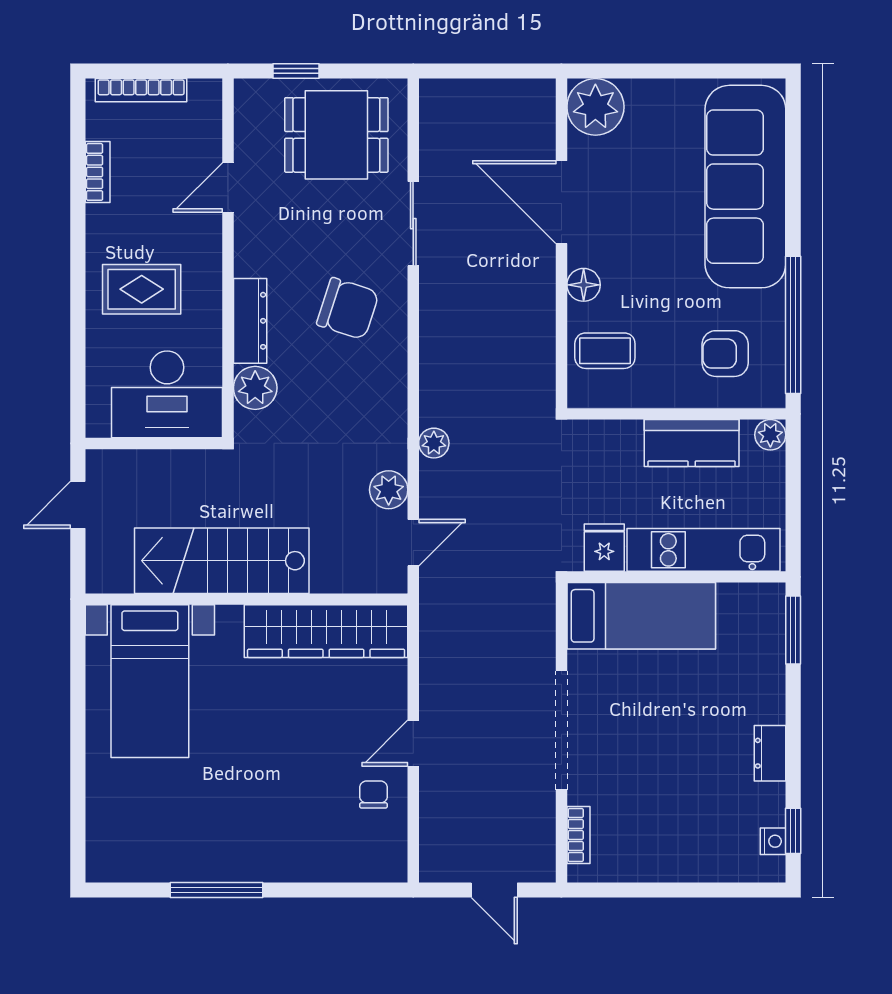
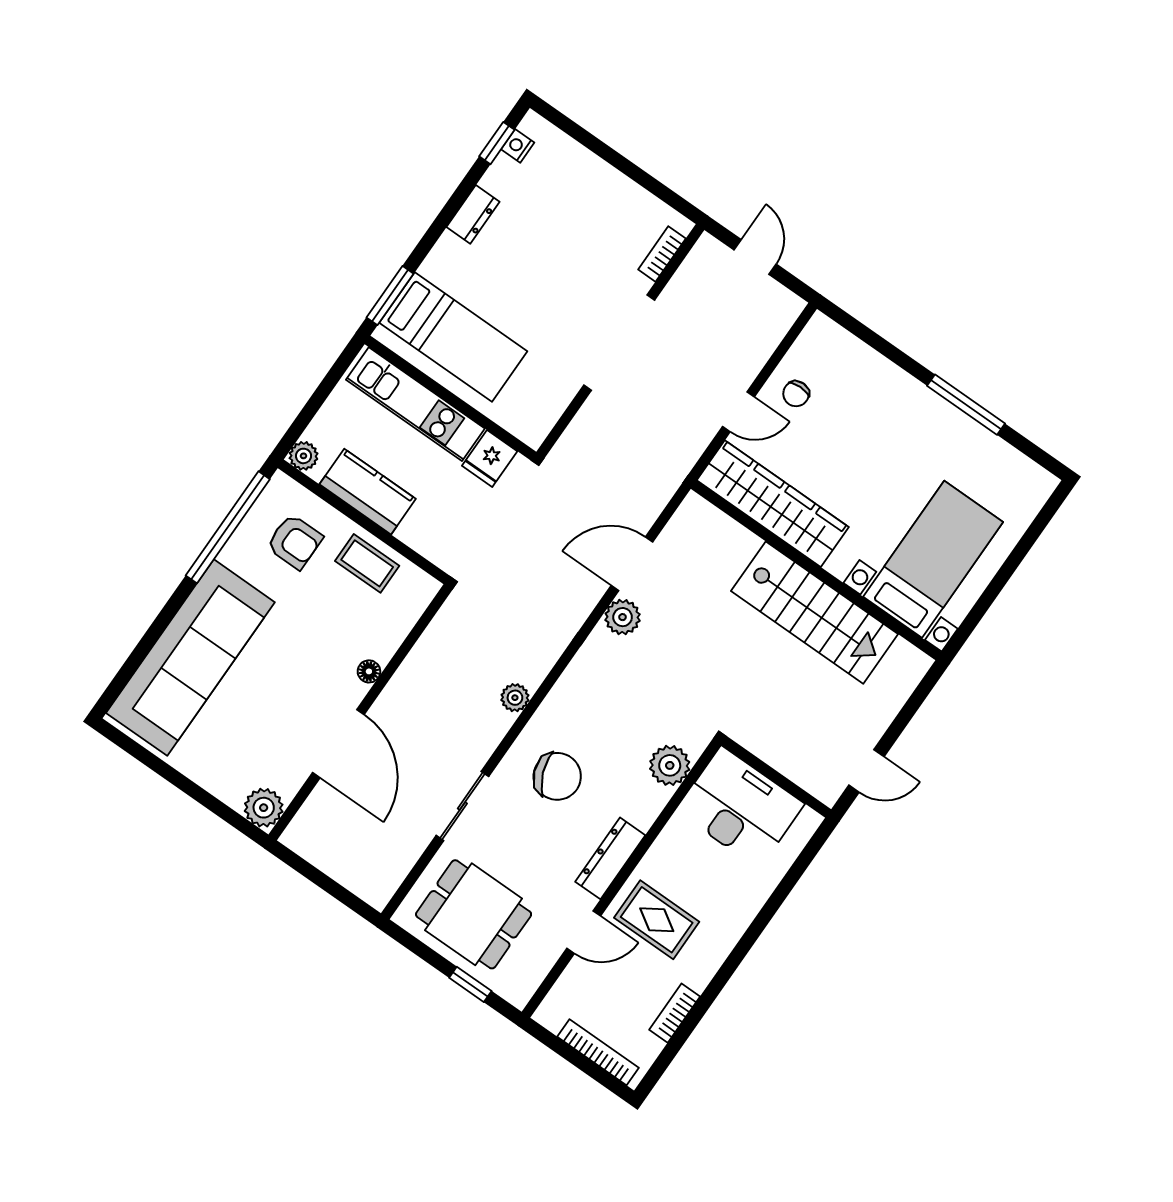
plant: (595, 107) -> (264, 808), width x0.73, depth x0.73
floor lamp: (584, 285) -> (369, 671), width x0.73, depth x0.73
rug: (142, 289) -> (657, 920), moved
chair: (348, 309) -> (557, 776), turned 140
dresser: (250, 321) -> (610, 858), moved
coffee table: (605, 351) -> (367, 563), moved
plant: (434, 443) -> (515, 698), moved
door: (413, 543) -> (632, 564), width x1.38
stairs: (222, 561) -> (815, 613), moved
wall: (246, 599) -> (816, 570), moved
bed: (641, 616) -> (453, 337), moved, turned 180
wardrobe: (326, 631) -> (773, 504), moved
bed with nightstands: (150, 681) -> (933, 559), moved

